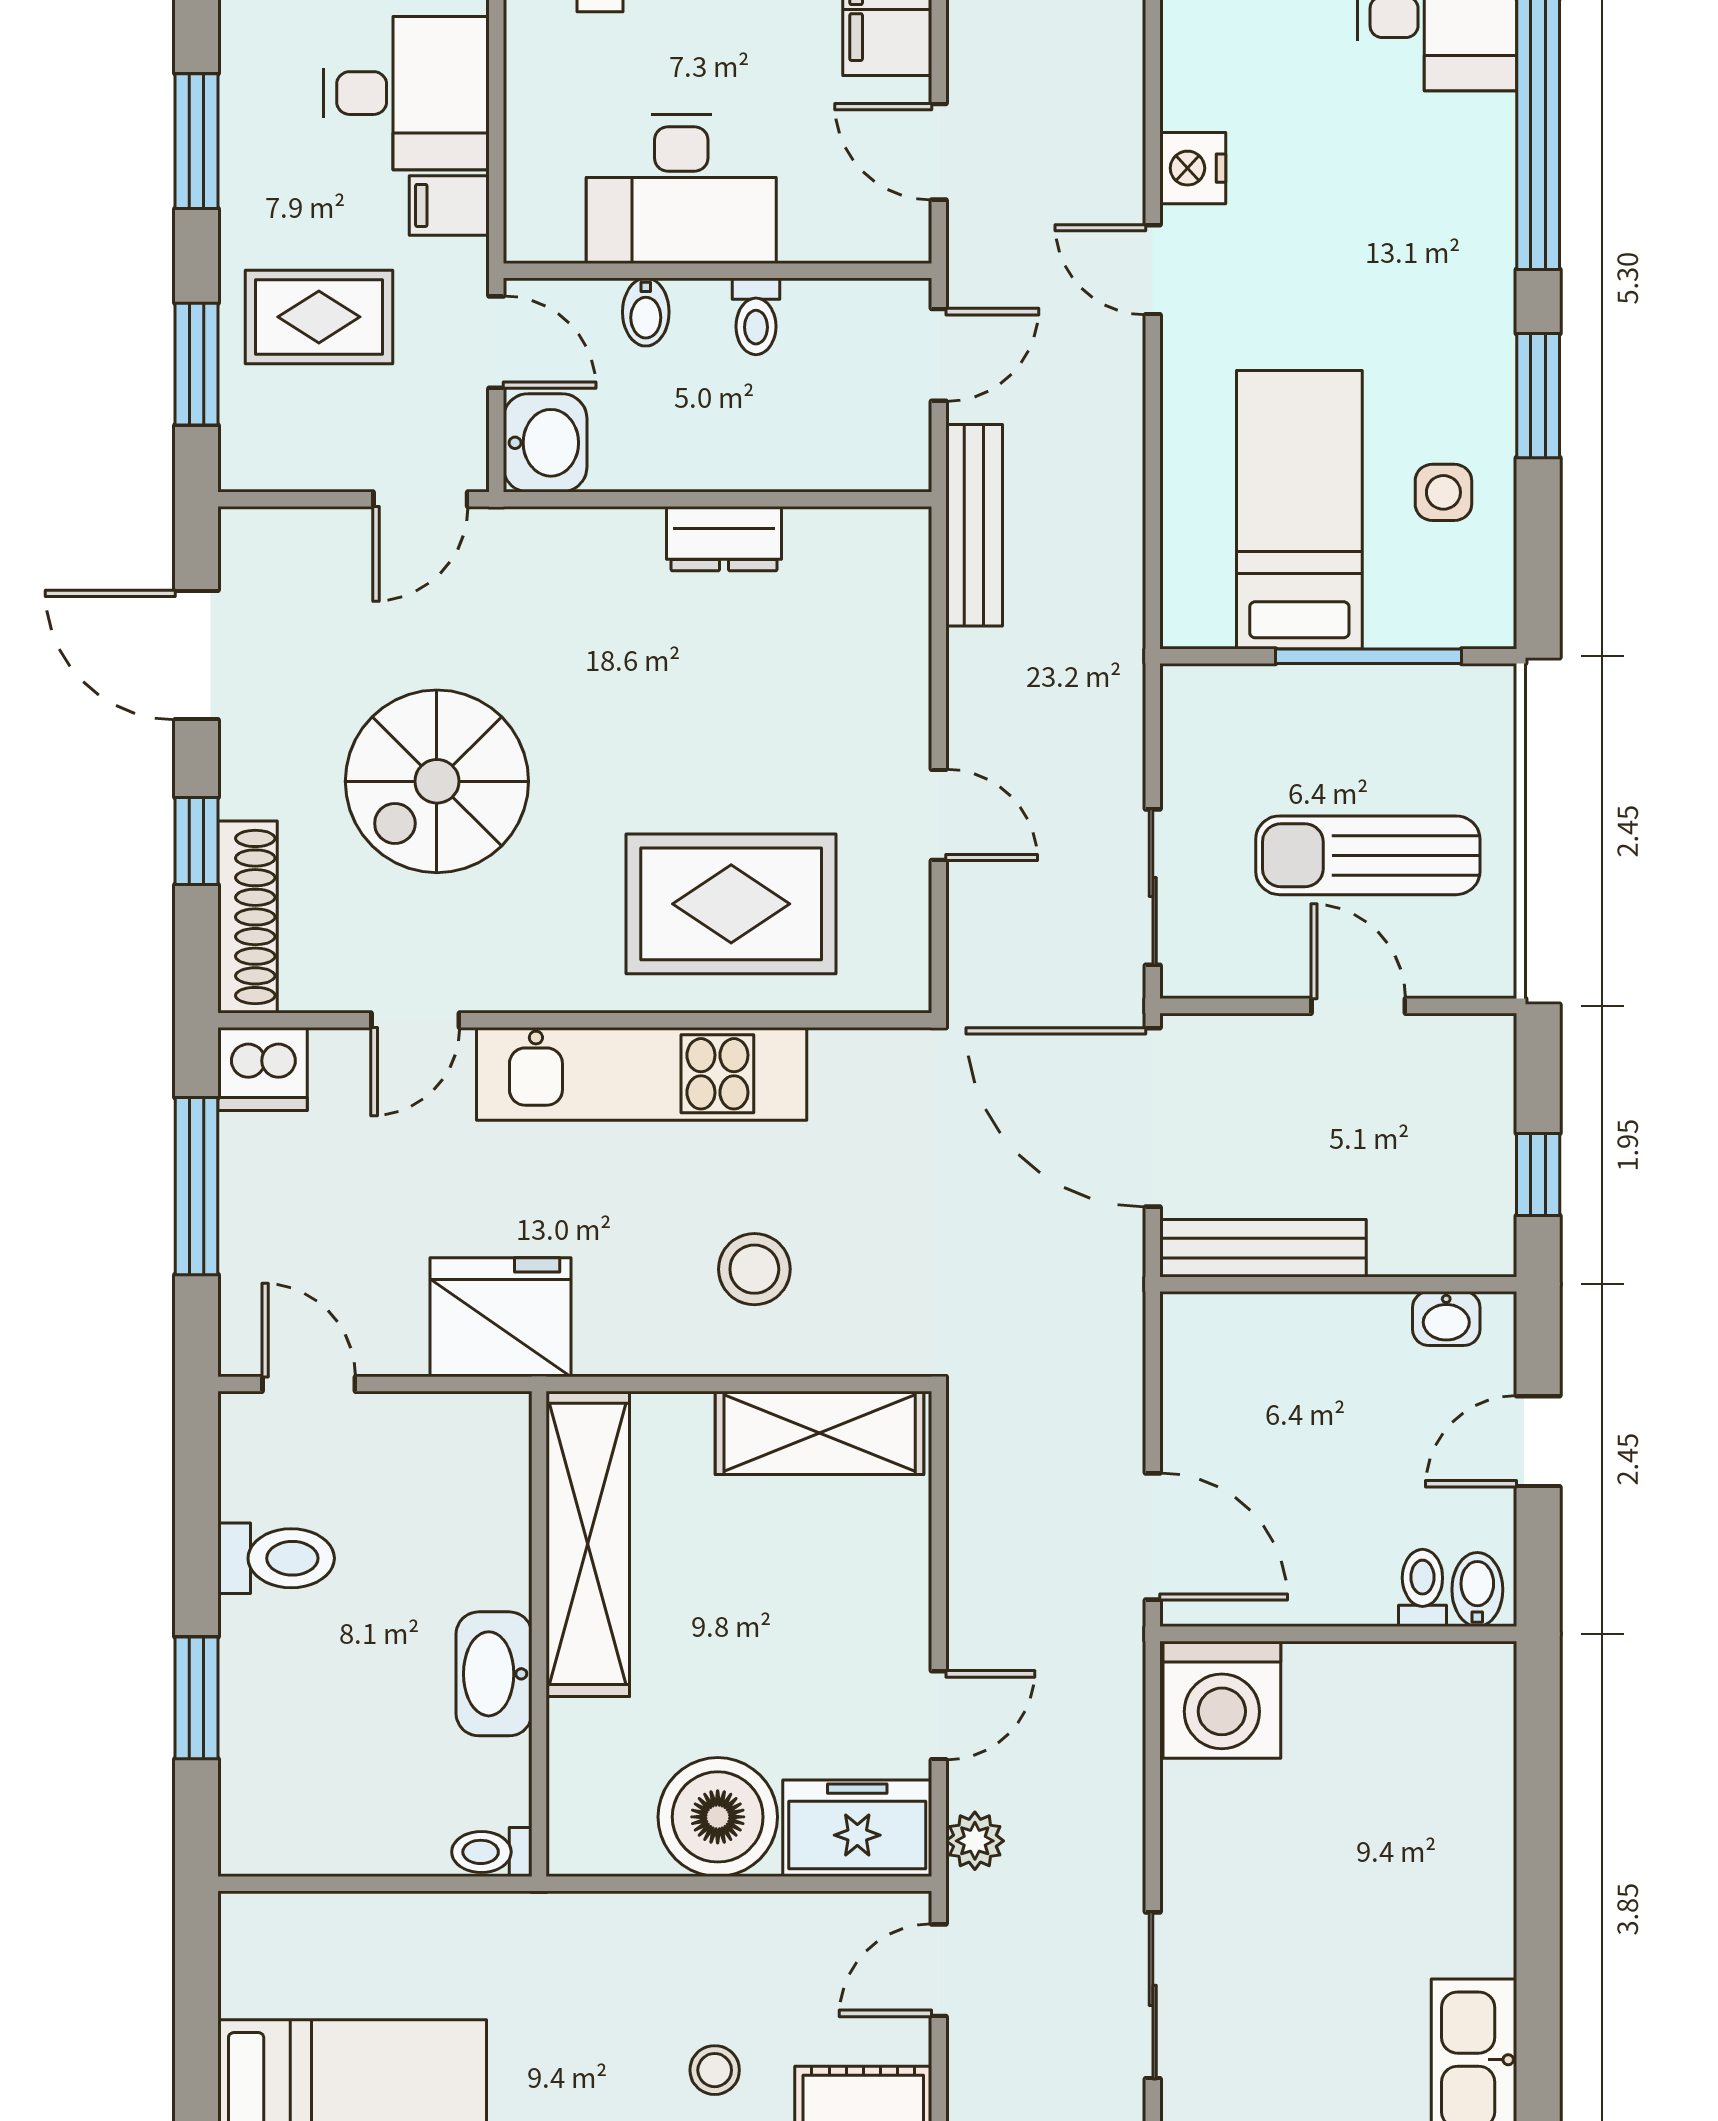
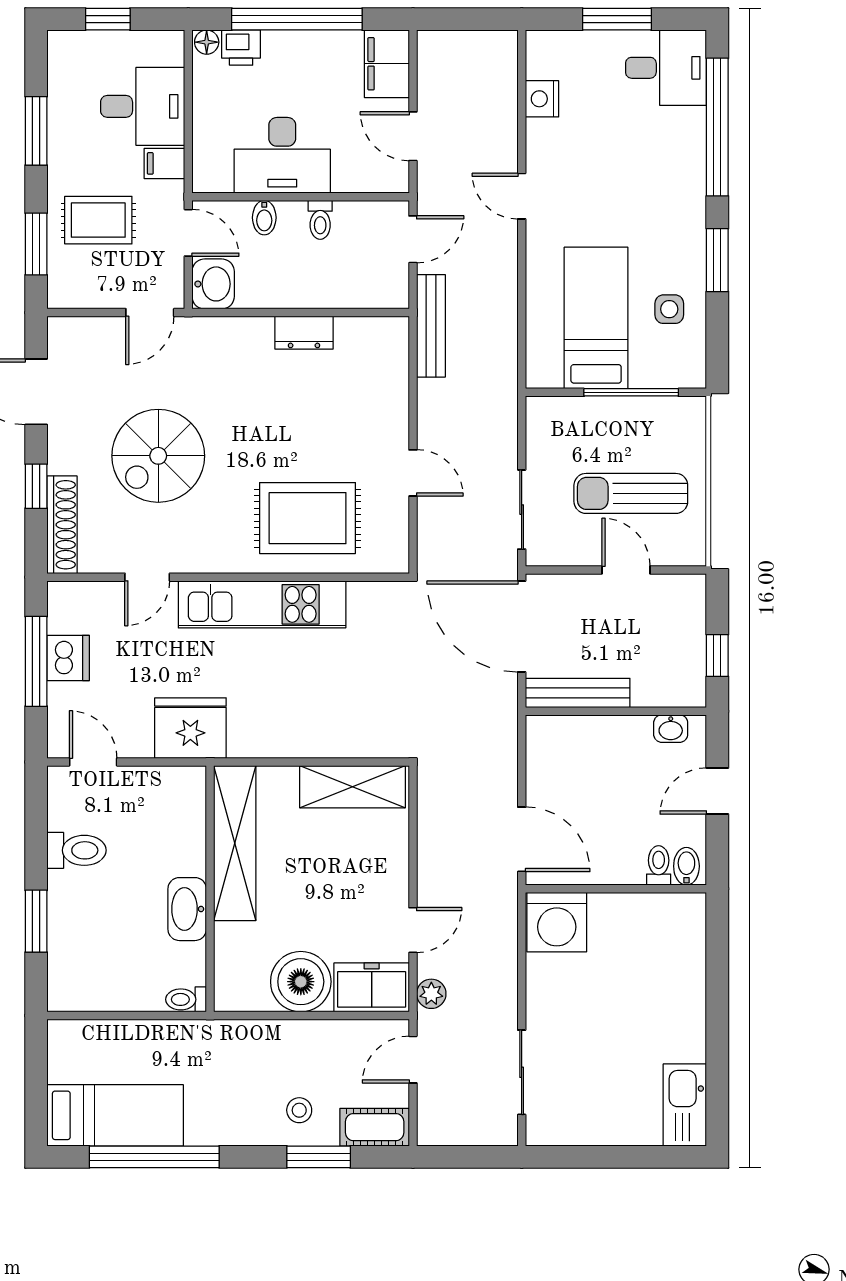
nightstand: (1193, 168) -> (542, 99), moved
dishwasher: (262, 1069) -> (68, 658), moved, turned -90
stool: (754, 1269) -> (319, 704), removed

